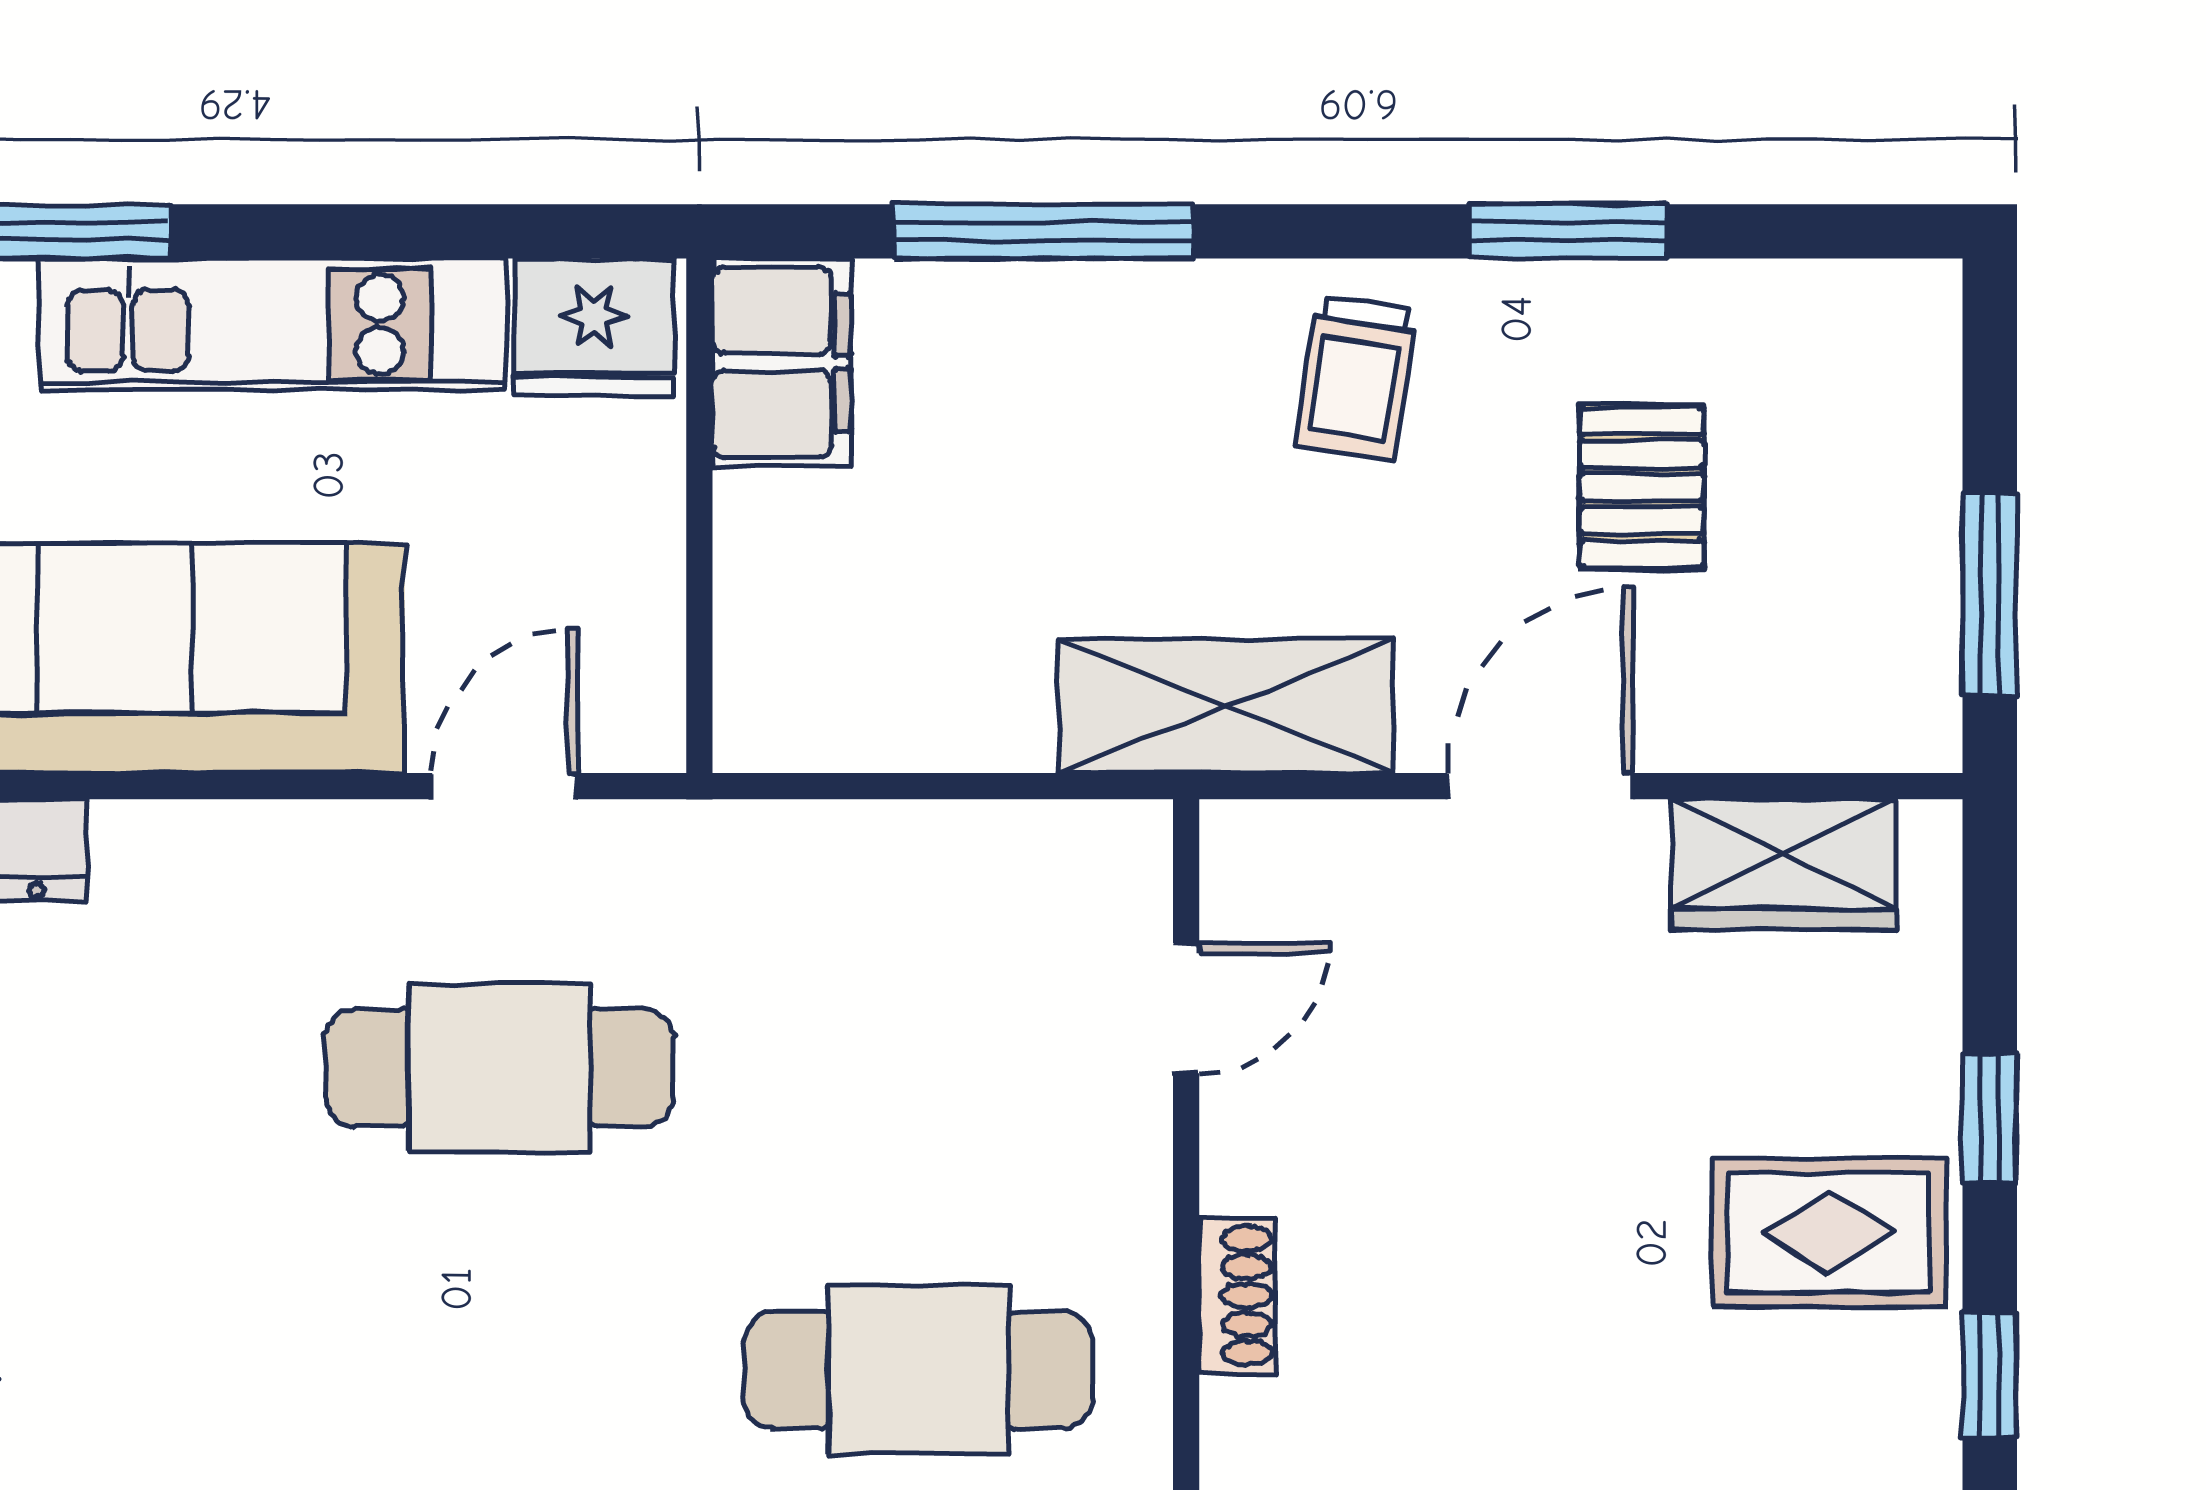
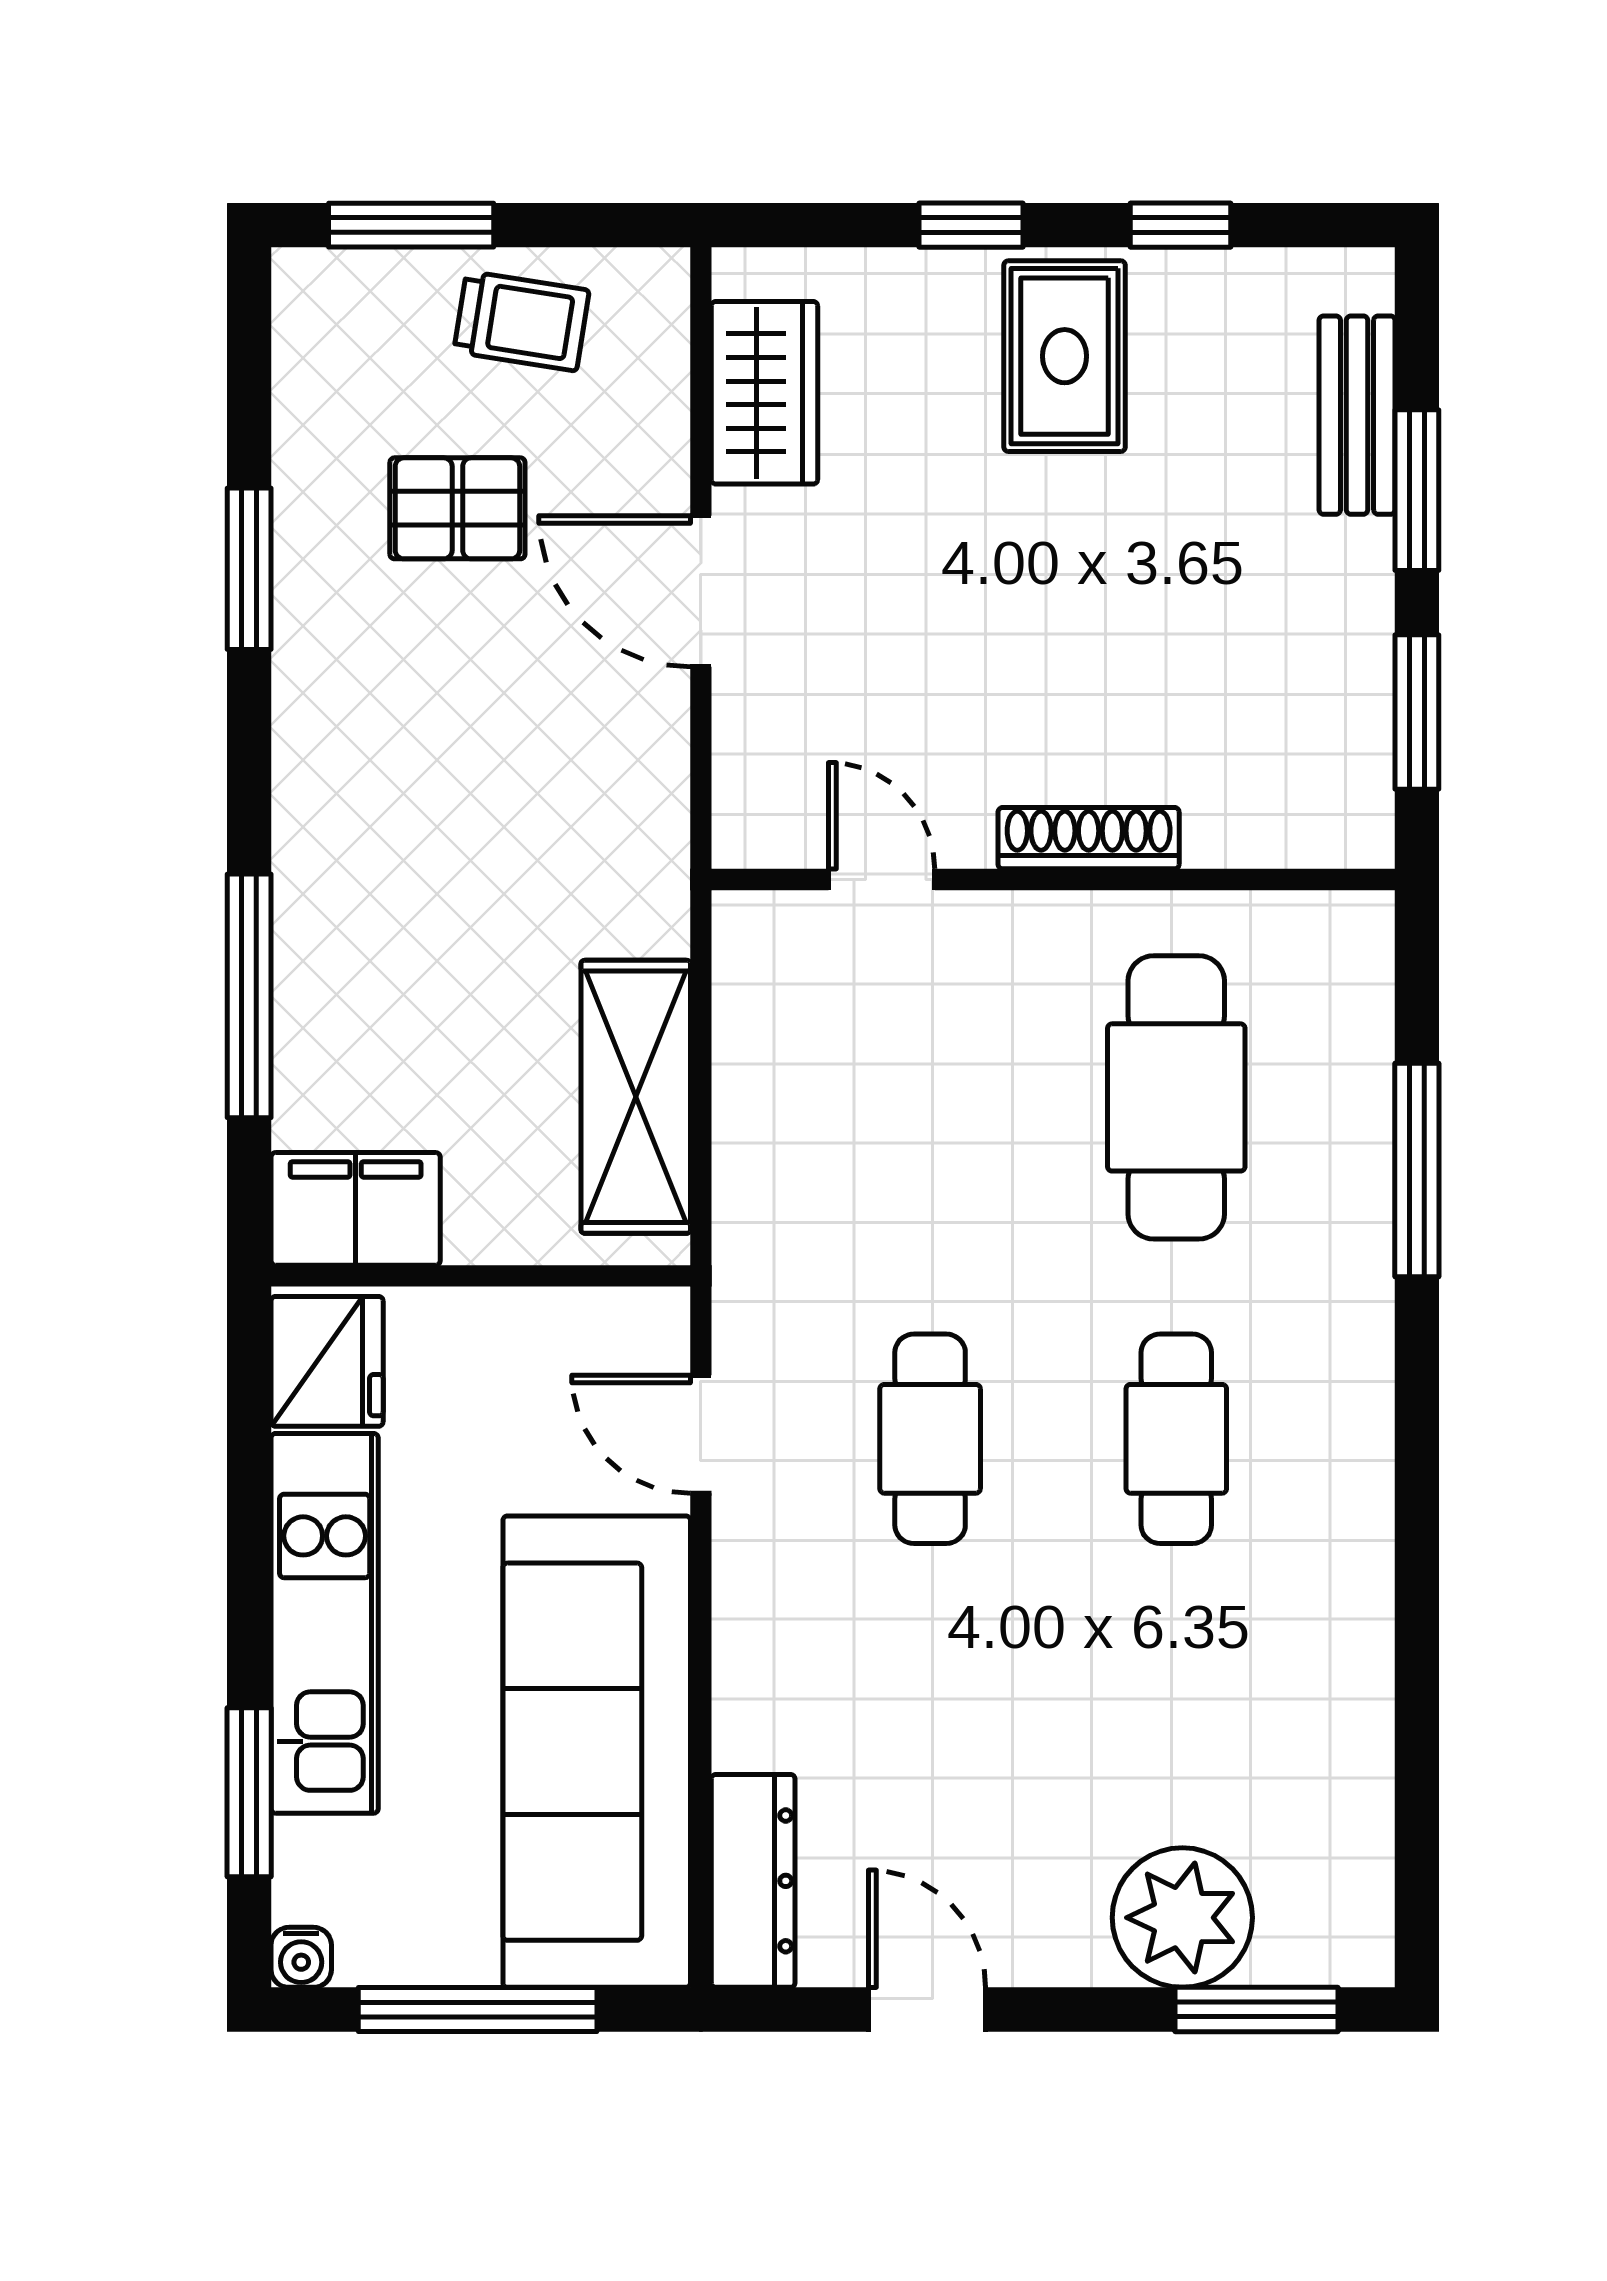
trolley: (1356, 378) -> (521, 321), moved
window: (1990, 595) -> (411, 225), moved
shelving: (1226, 706) -> (636, 1097), moved
cafe table: (499, 1068) -> (930, 1439), width x0.73, depth x0.74
shoe rack: (1237, 1296) -> (1089, 838), width x1.43
cafe table: (499, 1370) -> (1176, 1439), added

